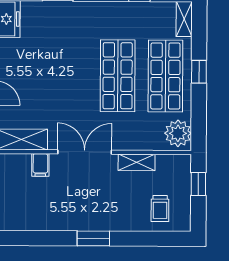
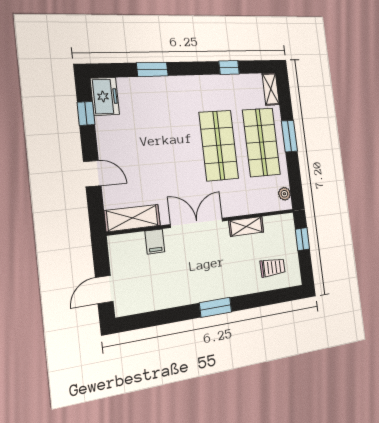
window: (199, 72) -> (289, 136), width x1.50
plant: (178, 133) -> (284, 194), width x0.53, depth x0.53
trolley: (160, 208) -> (273, 267), turned -90

